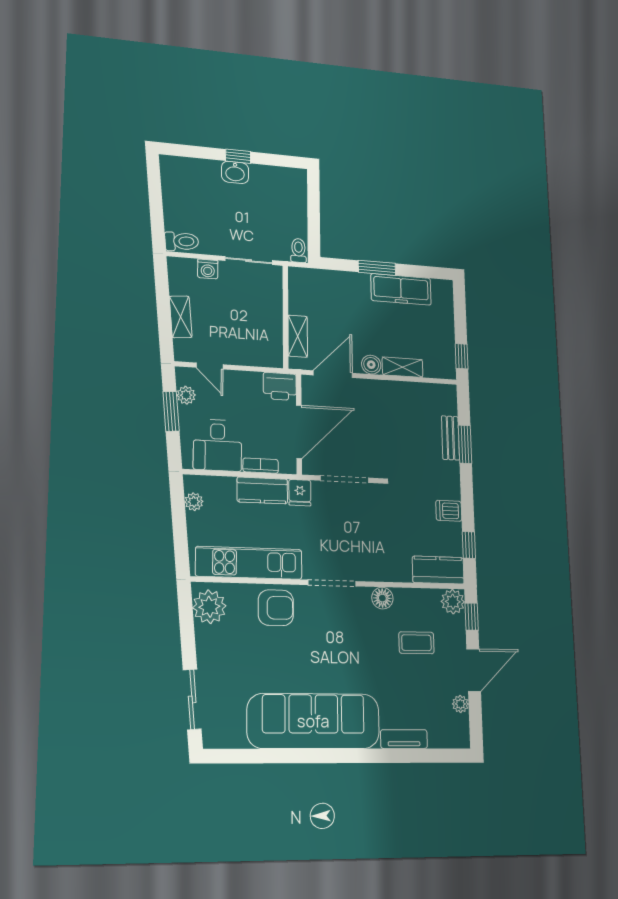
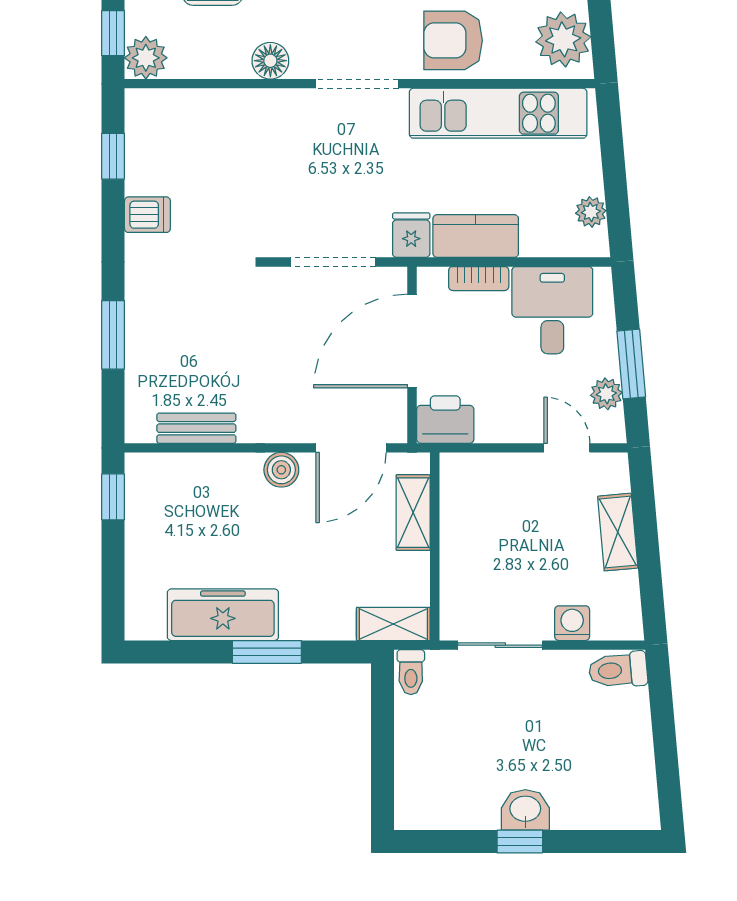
shelving: (403, 367) -> (393, 624), moved
bench: (450, 438) -> (196, 428), moved, turned 90
kitchen counter: (438, 570) -> (170, 111), removed

